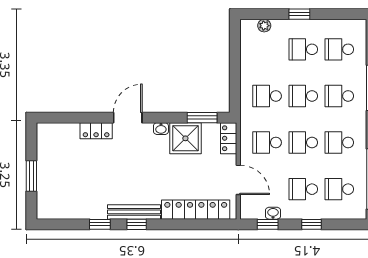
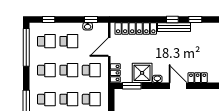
door: (128, 118) -> (178, 86), swing flipped
door: (238, 180) -> (109, 47), hinge flipped
window: (311, 224) -> (49, 19), moved

